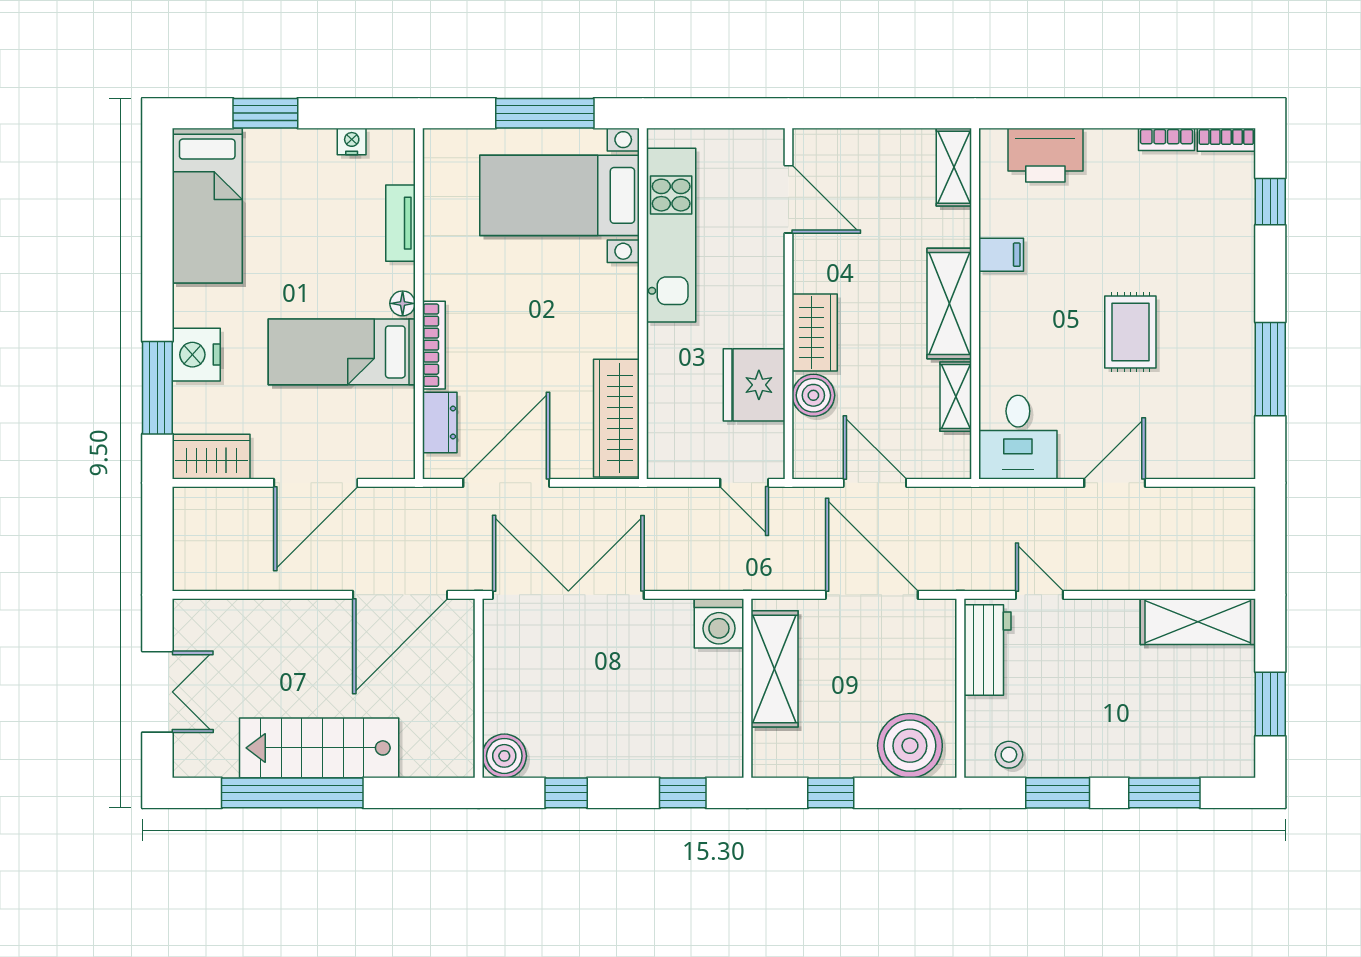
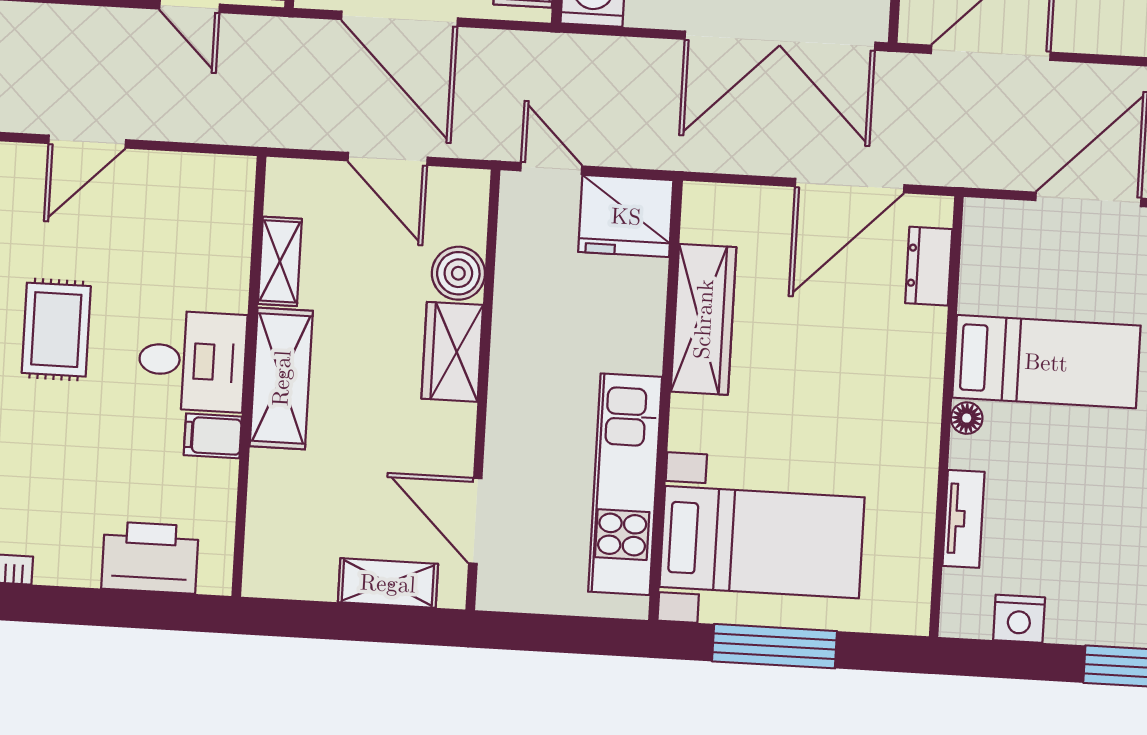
nightstand: (352, 142) -> (1019, 619), width x1.39, depth x1.35
shelving: (954, 167) -> (388, 583), moved, turned 90
bookcase: (434, 345) -> (931, 364), removed
fridge: (754, 385) -> (626, 216), moved, turned 90
wardrobe: (616, 418) -> (703, 319), moved
desk: (1018, 437) -> (192, 361), moved, turned 90

